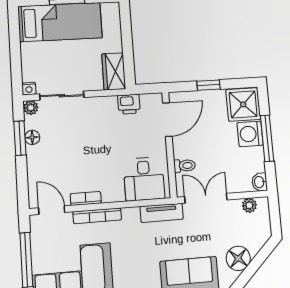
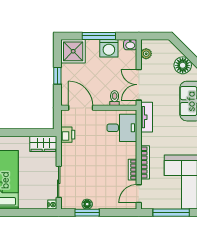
plant: (31, 108) -> (66, 204), removed
washing machine: (250, 134) -> (109, 48), moved

